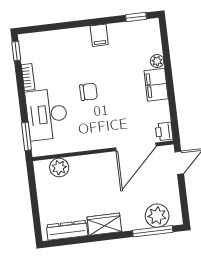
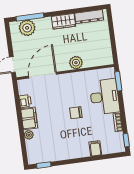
filing cabinet: (99, 35) -> (95, 148), moved
printer: (164, 131) -> (25, 101), moved
plant: (59, 168) -> (76, 63), moved

